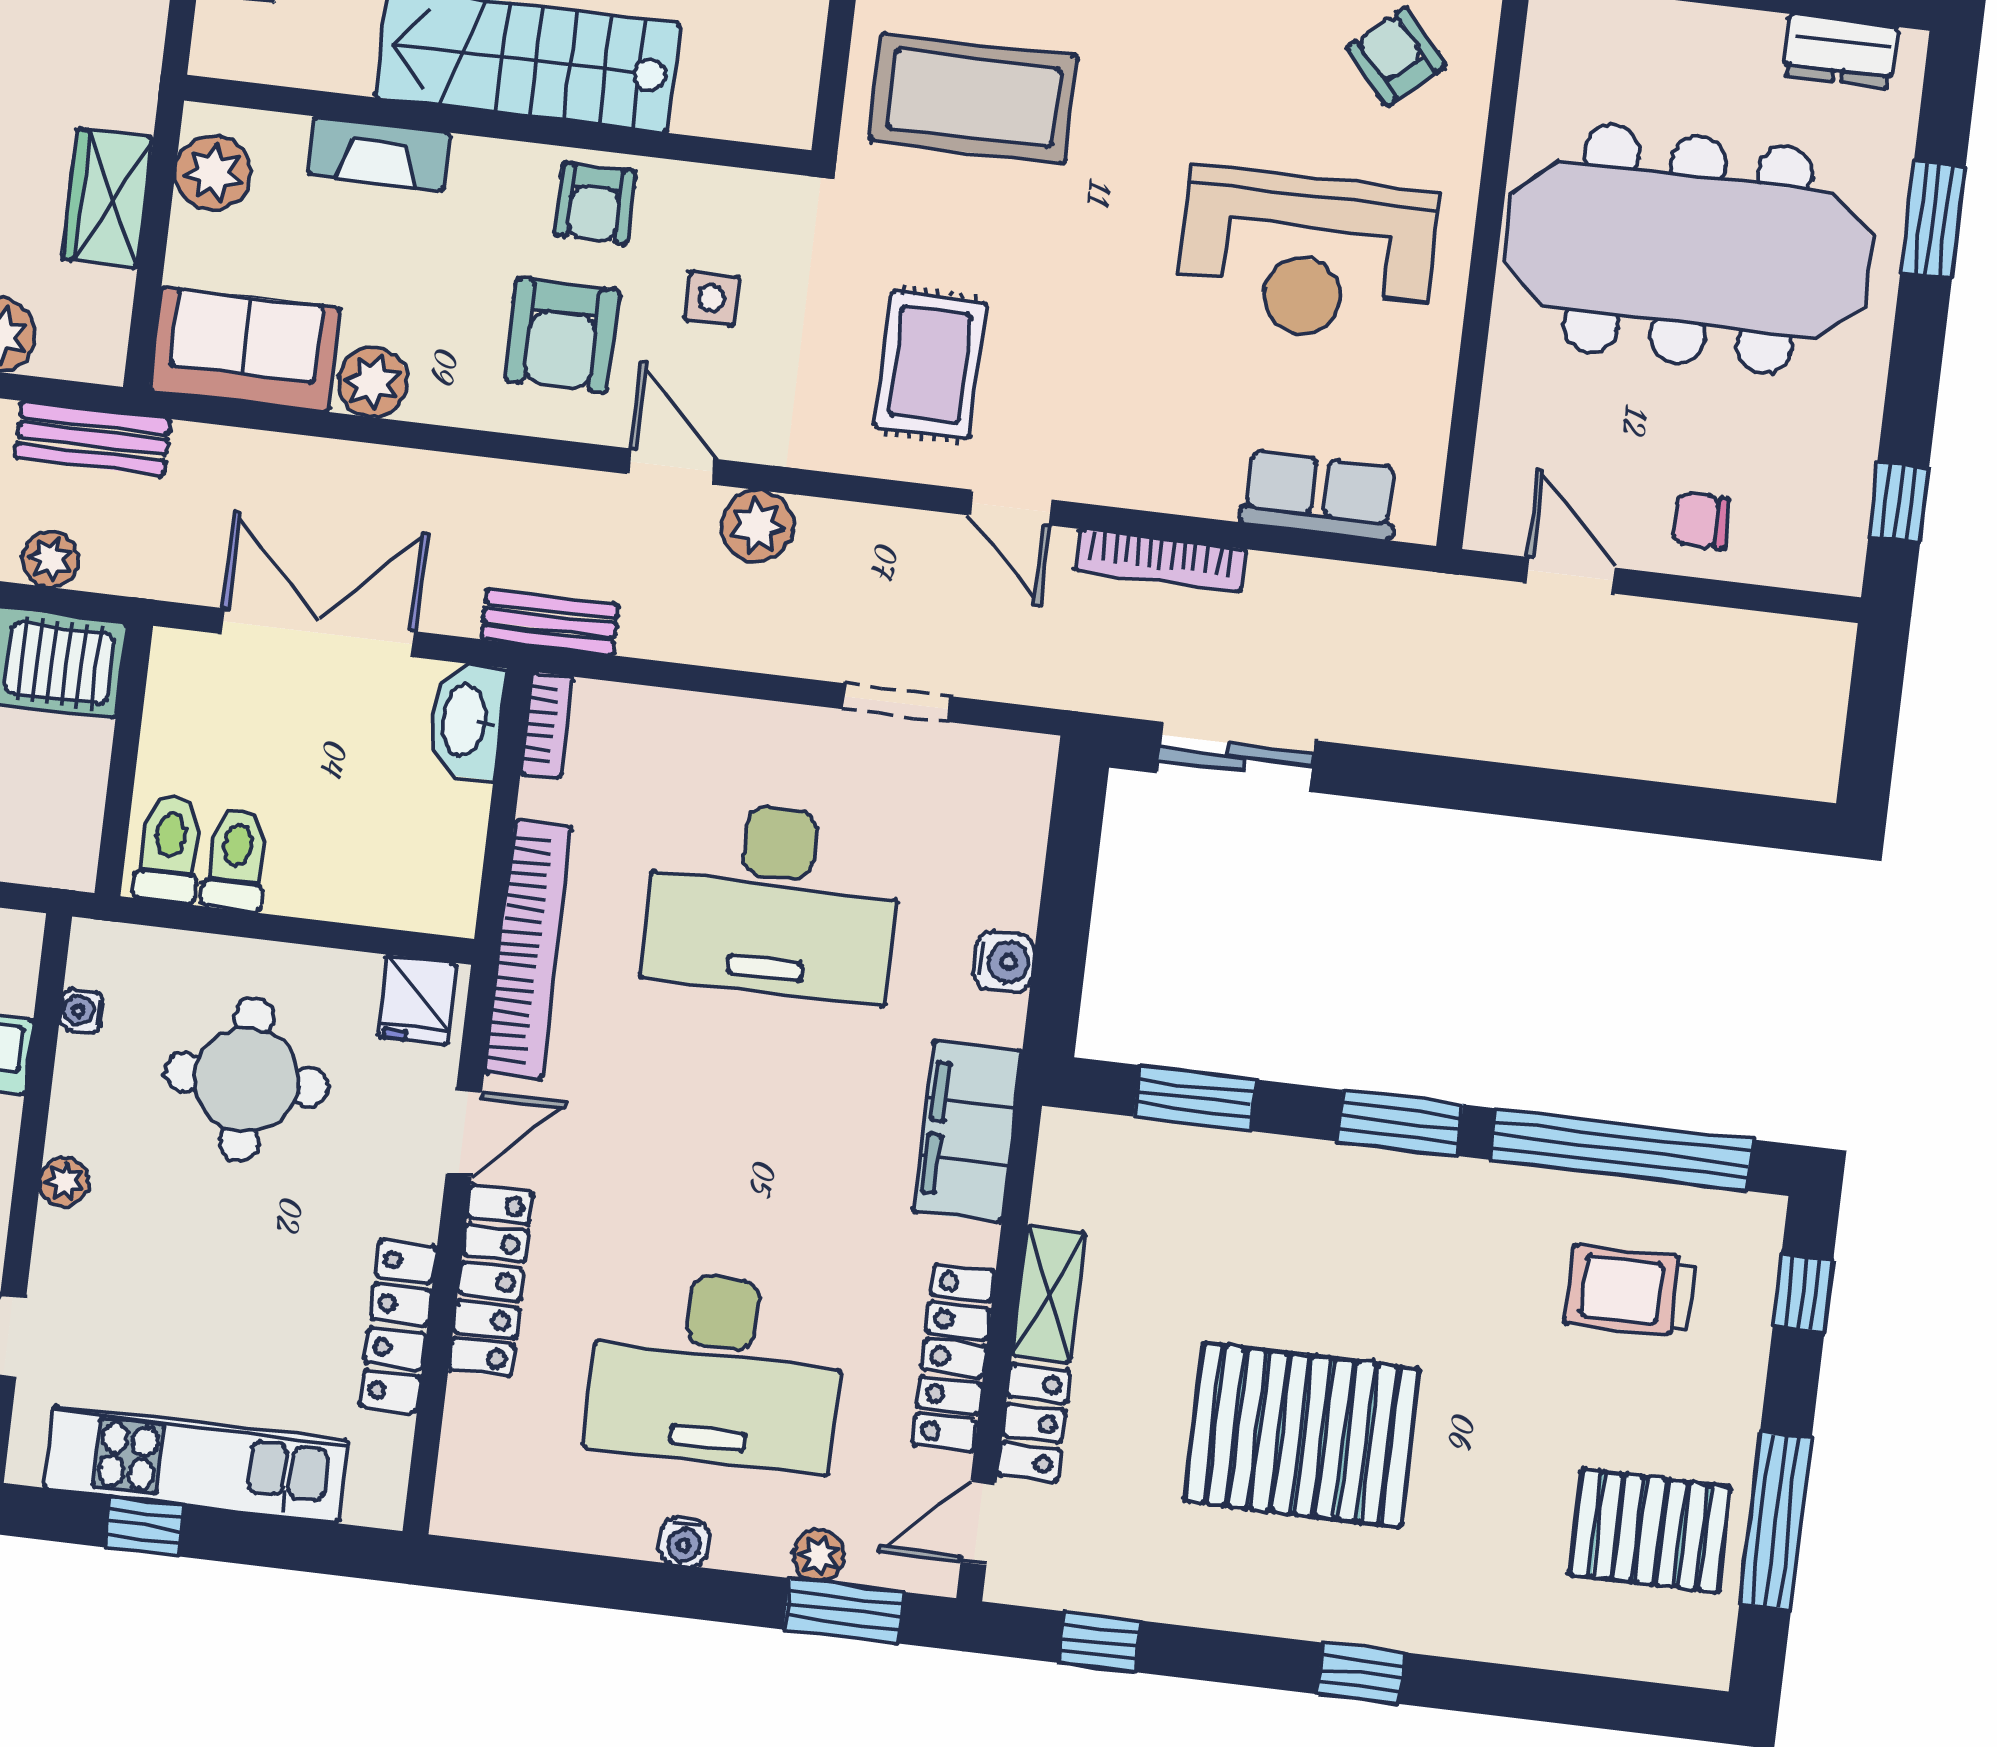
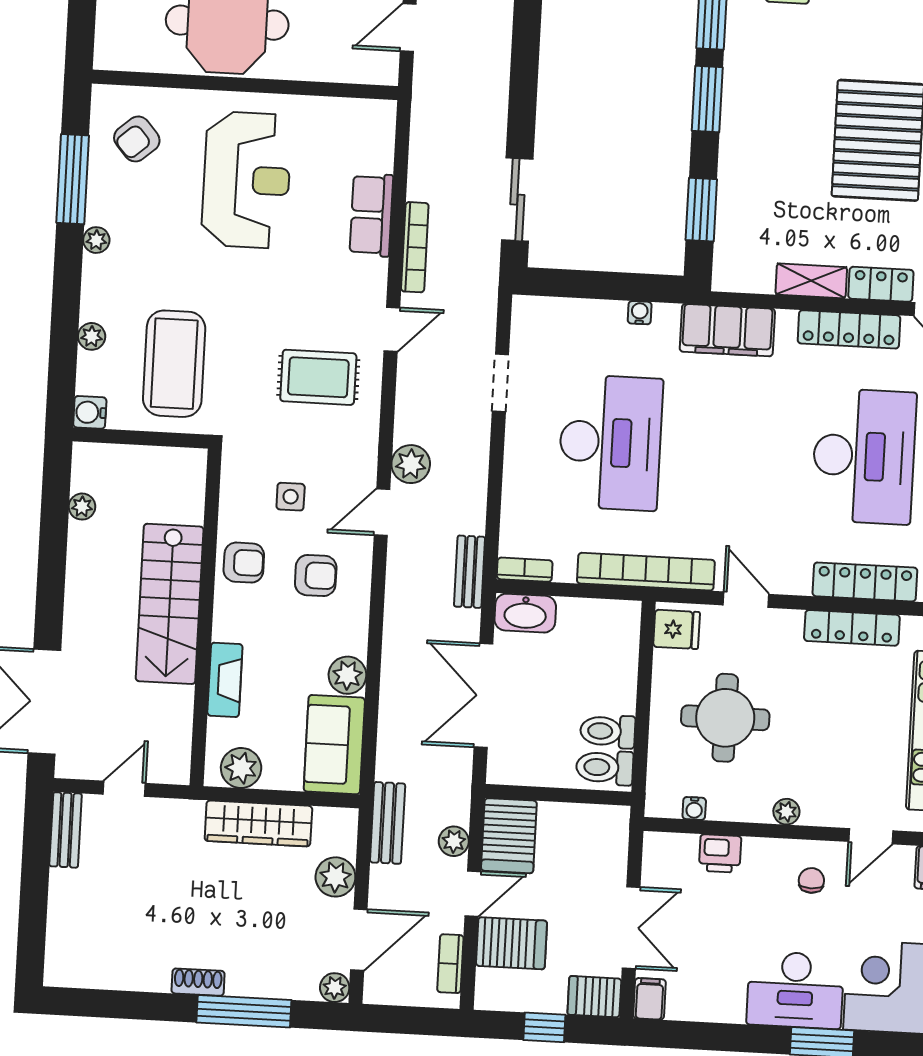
wardrobe: (108, 198) -> (258, 823), width x1.50
armchair: (562, 335) -> (316, 575), width x0.72, depth x0.72
row of seats: (1319, 495) -> (371, 215), moved
water cooler: (1004, 961) -> (640, 313), width x0.72, depth x0.72
locker: (491, 1281) -> (865, 582), moved

